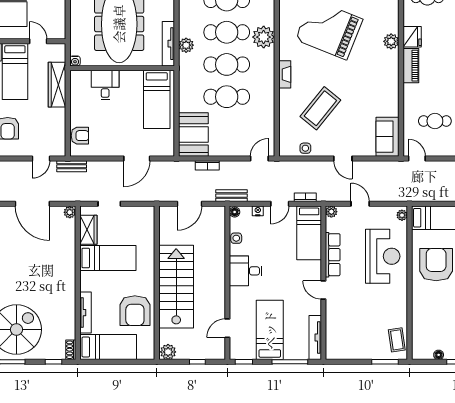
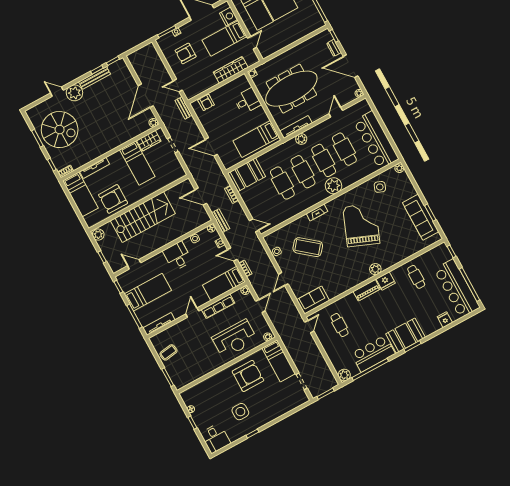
coffee table: (397, 340) -> (168, 352), moved

